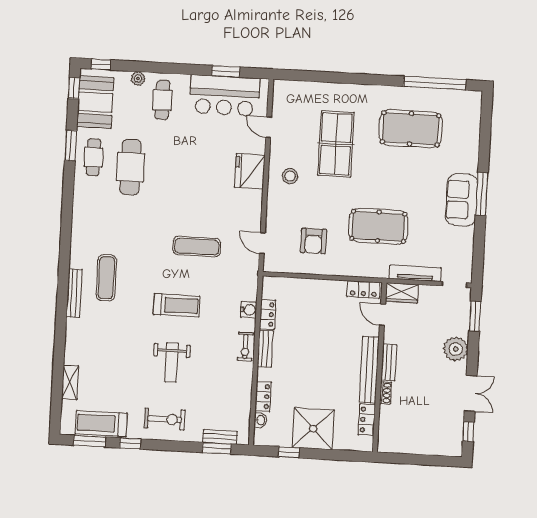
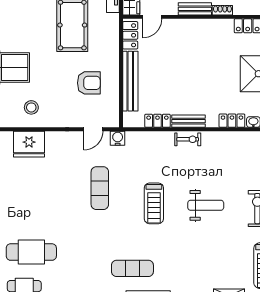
treadmill: (177, 305) -> (154, 203), turned 180
water cooler: (249, 310) -> (118, 138), moved
bench: (369, 370) -> (130, 81), moved, turned 90

